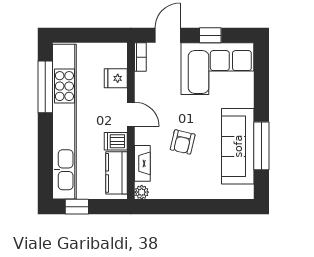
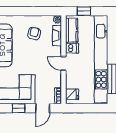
fridge: (116, 78) -> (72, 94), moved
armchair: (183, 142) -> (34, 34), moved
window: (77, 207) -> (84, 11), moved

